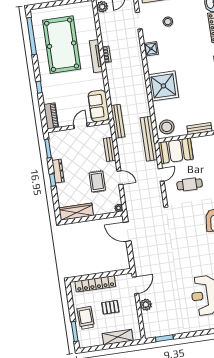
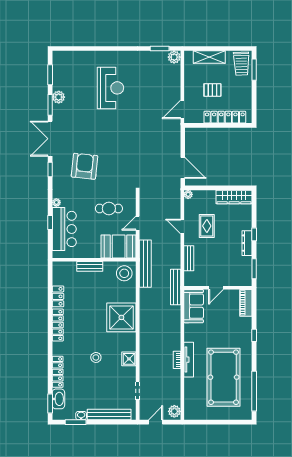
stool: (168, 22) -> (96, 357), moved
plant: (146, 305) -> (174, 57), moved
trolley: (86, 318) -> (241, 64), moved

